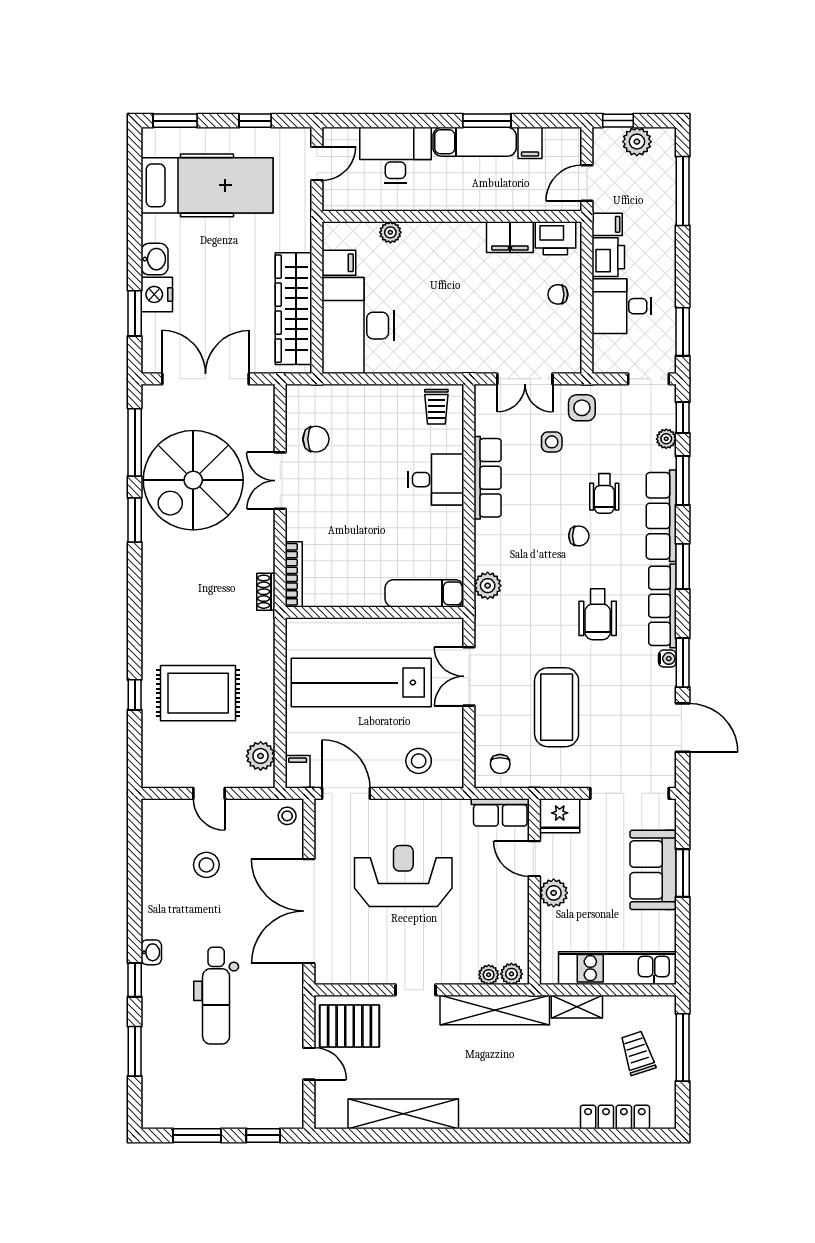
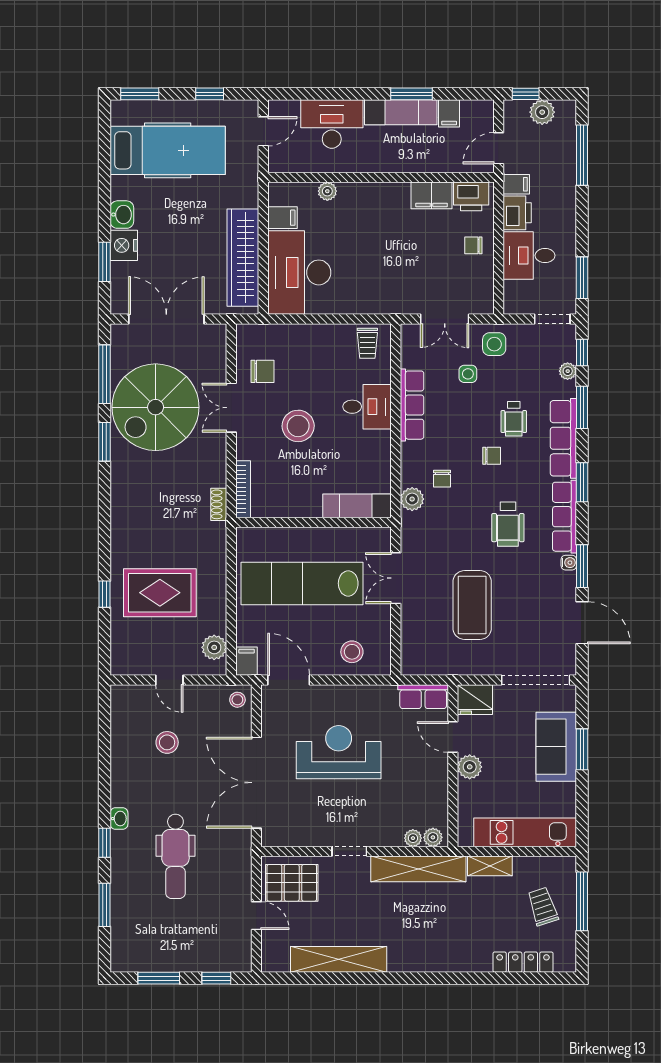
stool: (357, 502) -> (298, 426), added
chair: (500, 764) -> (442, 479), moved

